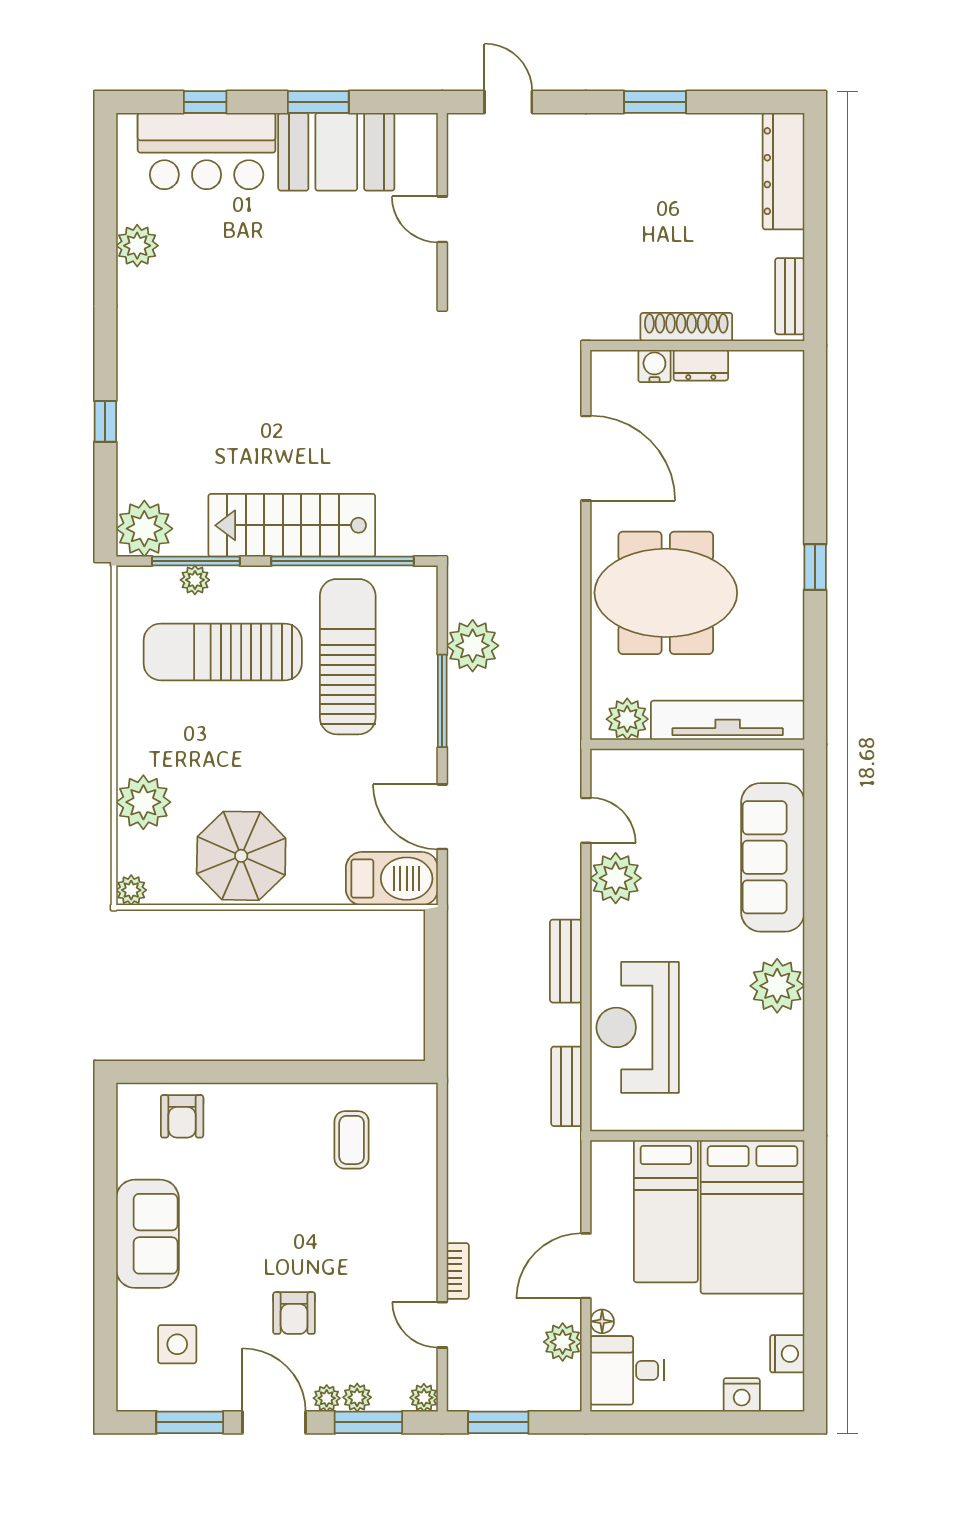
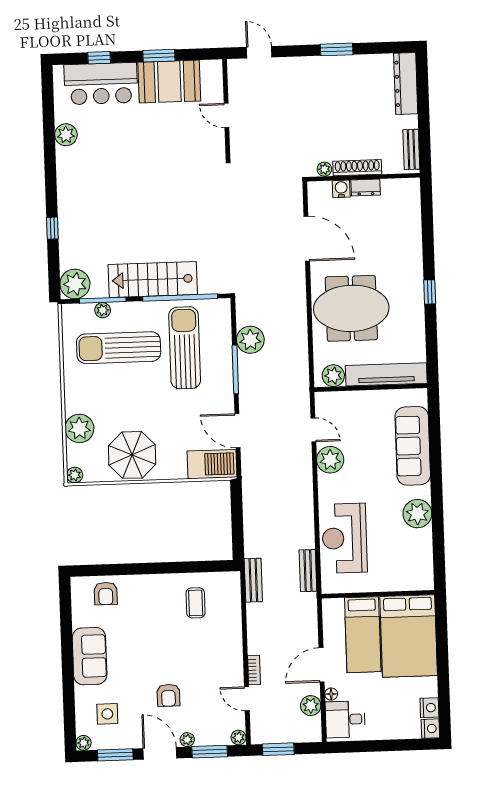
plant: (624, 328) -> (324, 169), added
bench: (566, 961) -> (253, 580), moved
nightstand: (742, 1395) -> (430, 729), moved, turned -90
plant: (357, 1397) -> (84, 743), moved

